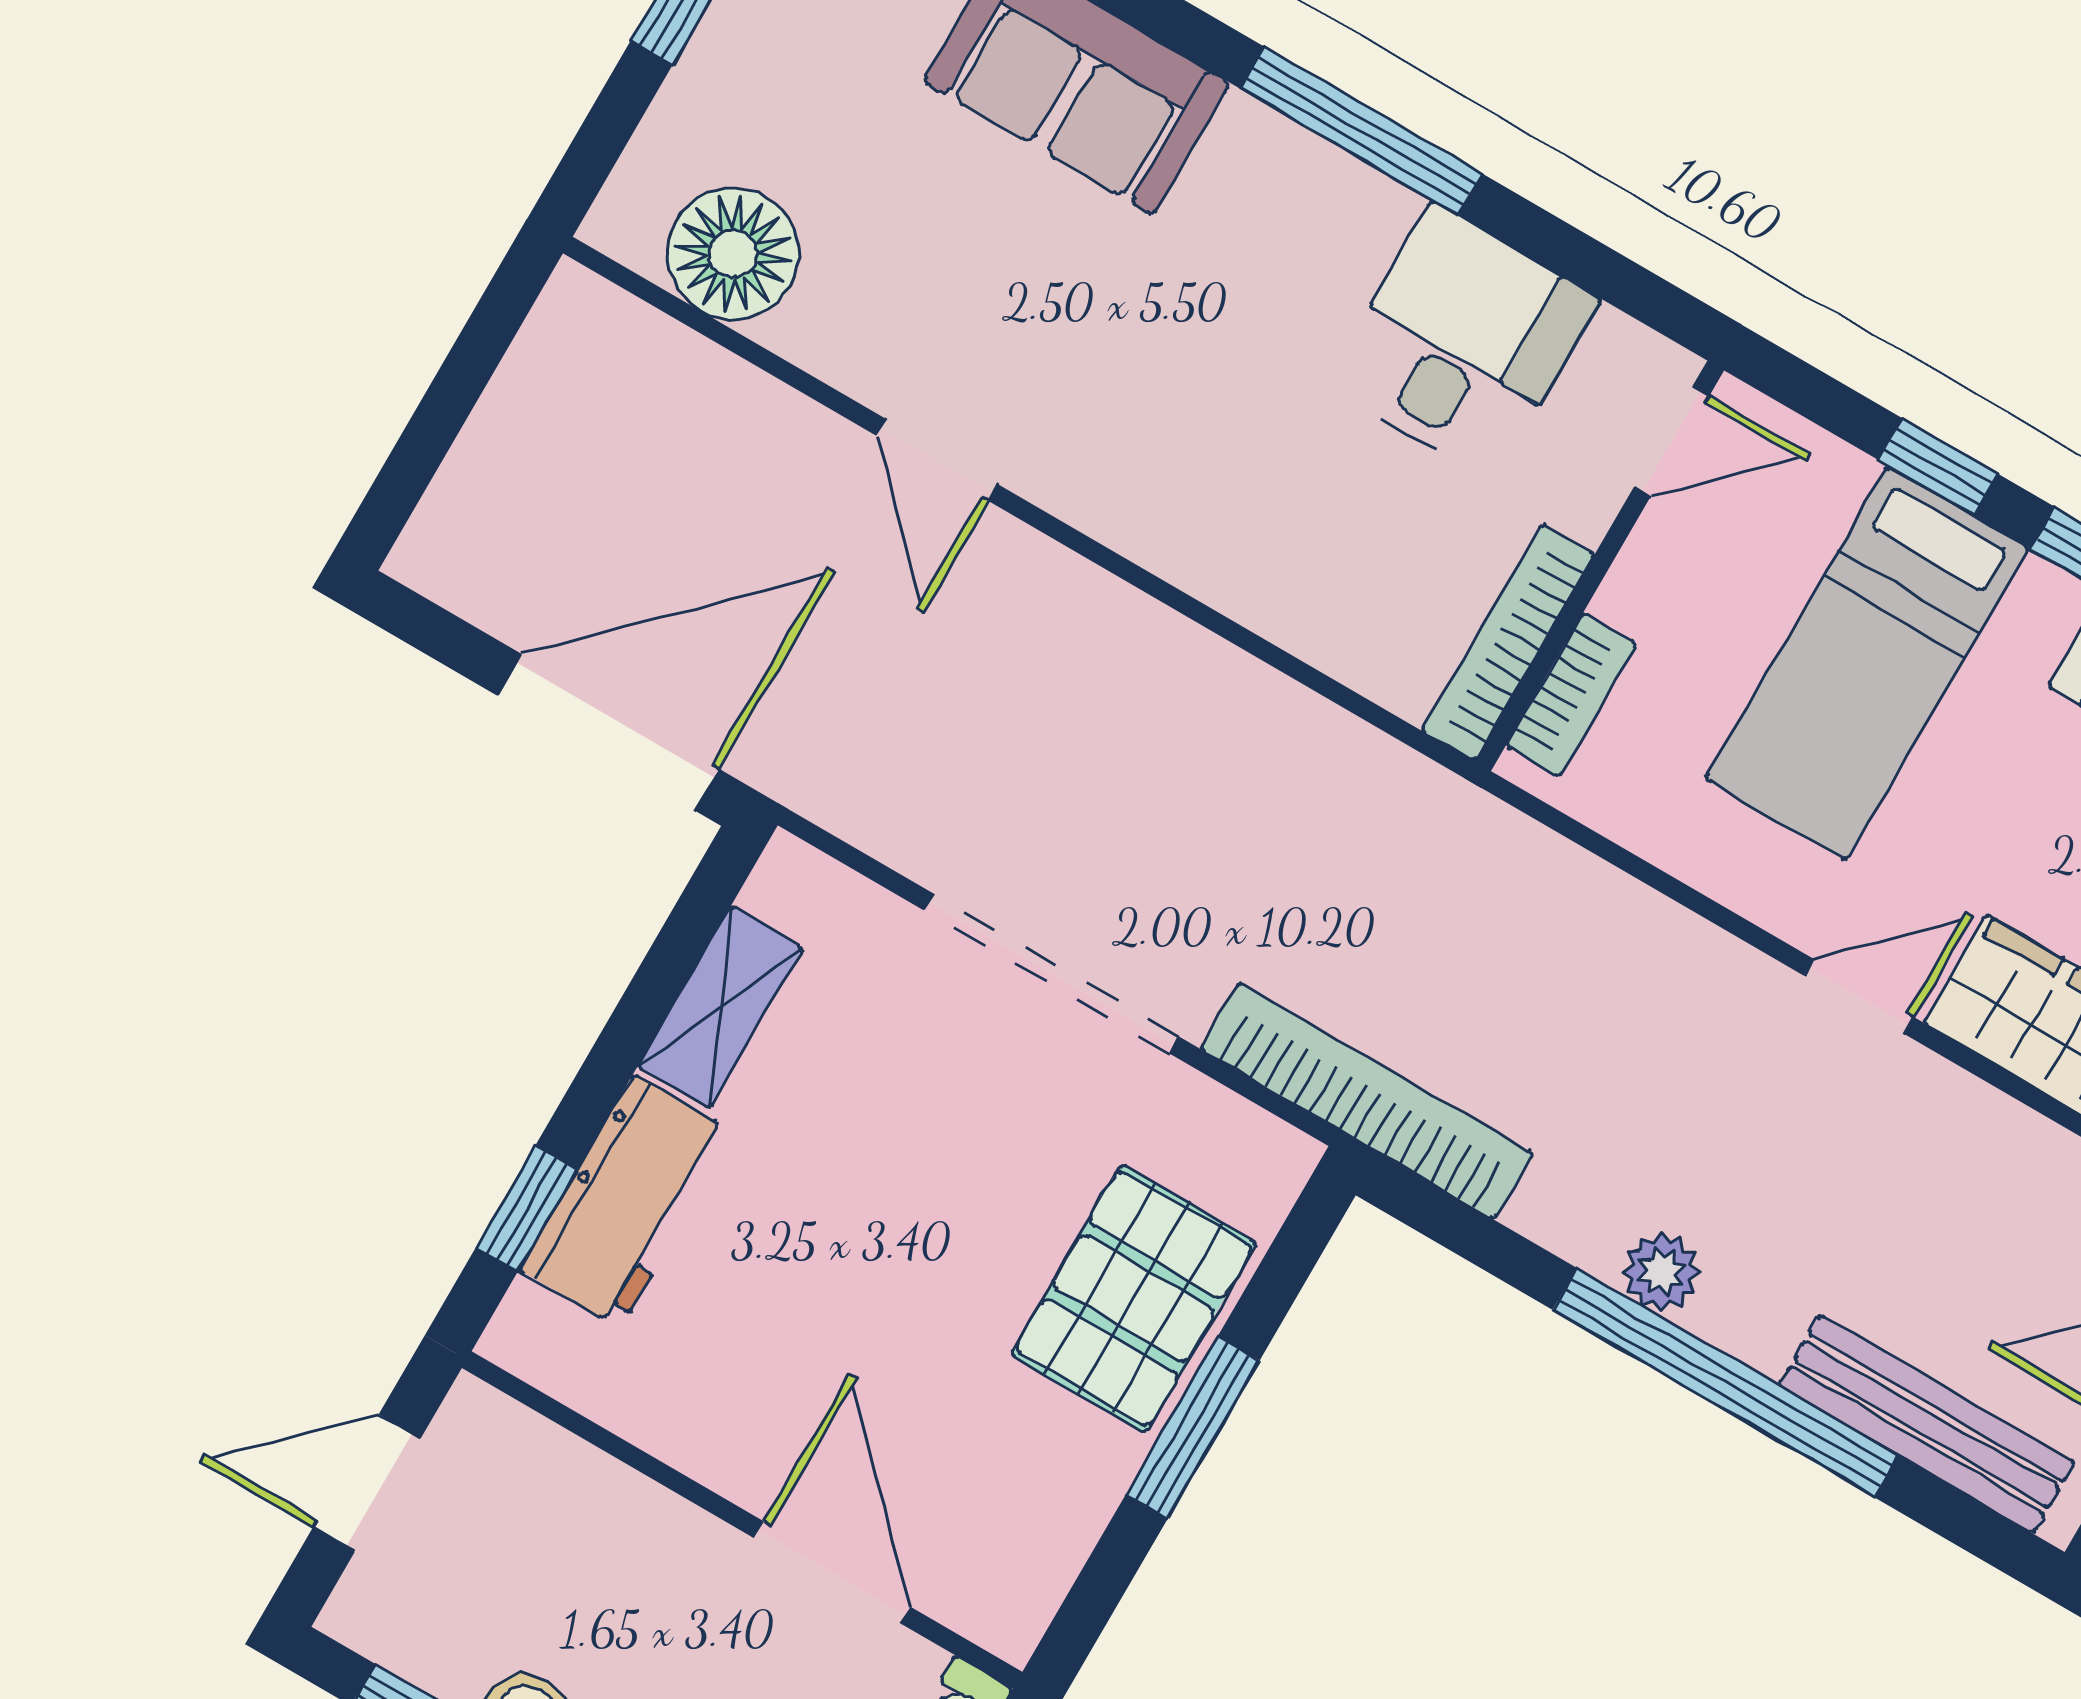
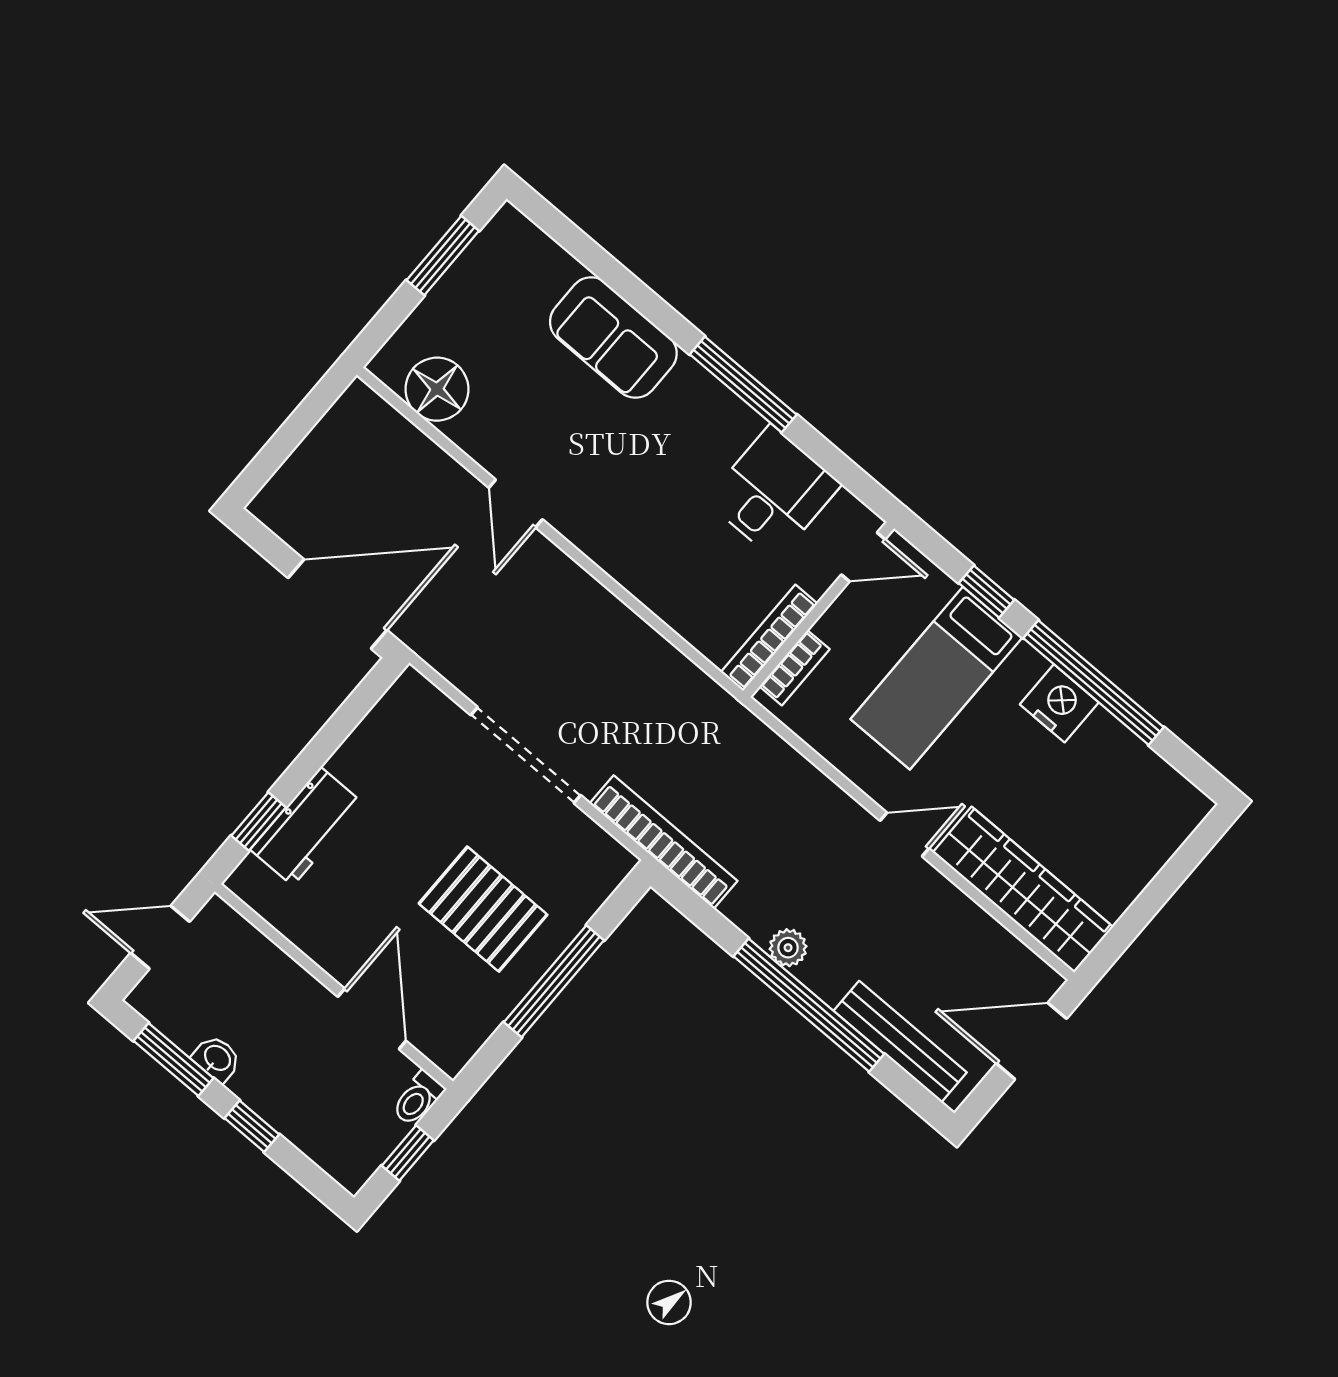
shelving: (720, 1007) -> (367, 743), removed
pallet: (1134, 1298) -> (483, 909), moved, turned 90
window: (1193, 1428) -> (554, 981), width x1.44

